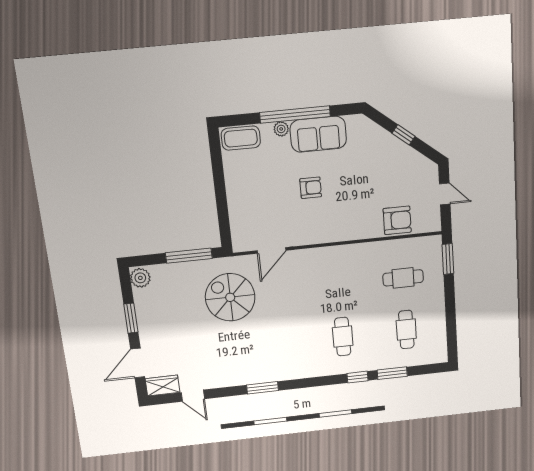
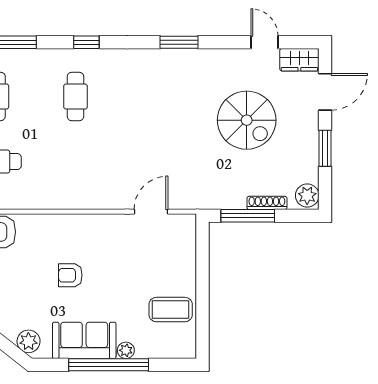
plant: (366, 129) -> (29, 341), added
coffee table: (241, 138) -> (171, 310), moved
armchair: (311, 188) -> (70, 275), moved
shoe rack: (174, 268) -> (267, 203), added
spiral stairs: (230, 297) -> (247, 120), moved
window: (358, 377) -> (86, 42), moved

